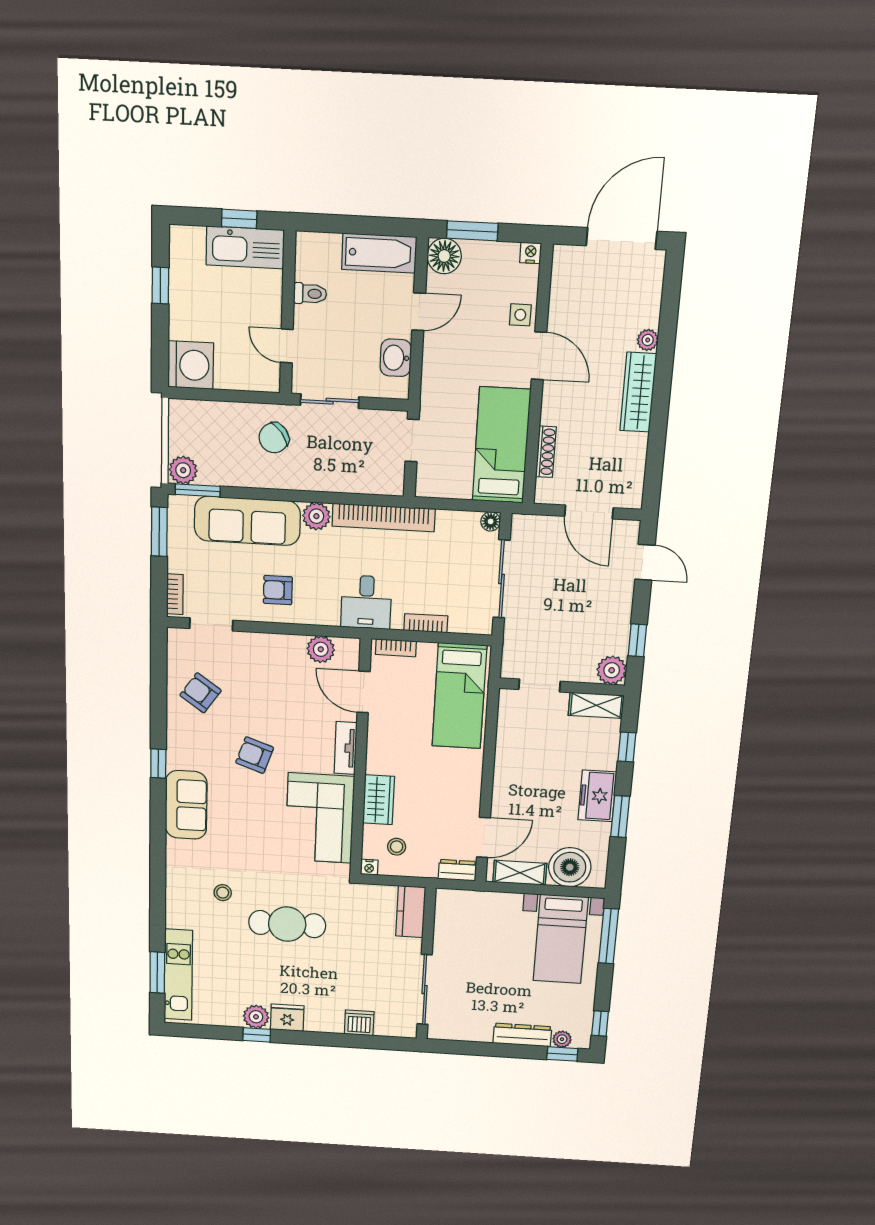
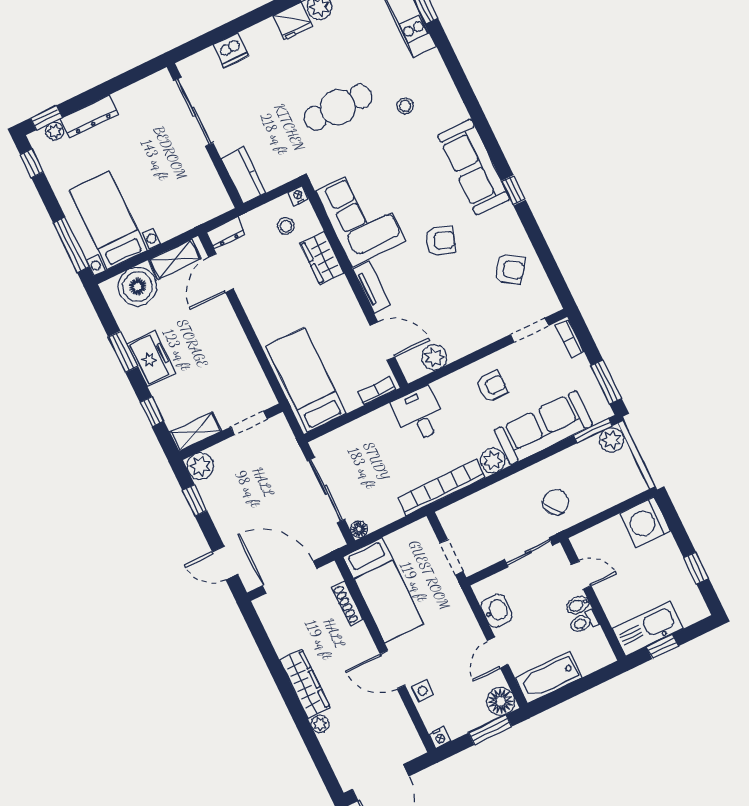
bidet: (307, 316) -> (578, 605), added
door: (589, 512) -> (289, 577), width x1.36
bookcase: (426, 623) -> (364, 423), removed
sofa: (186, 805) -> (474, 167), width x1.36

